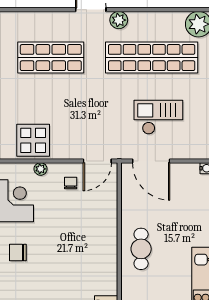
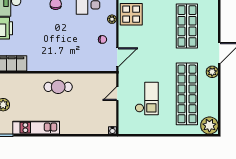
door: (97, 161) -> (117, 57), swing flipped
door: (151, 161) -> (117, 94), width x0.53

